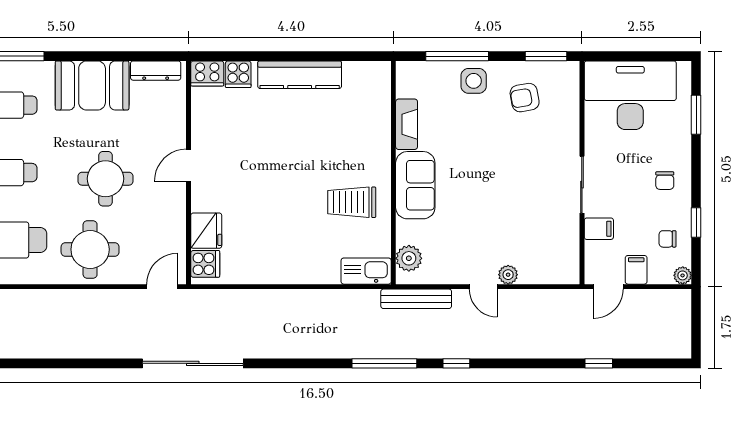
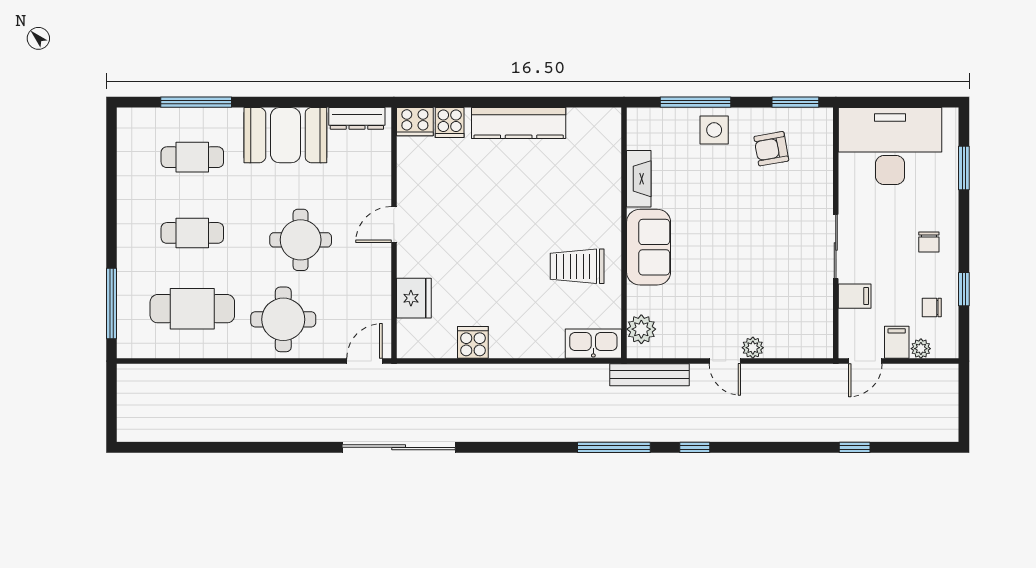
cooker: (205, 264) -> (473, 342), moved, turned -90
plant: (683, 275) -> (921, 349), moved

